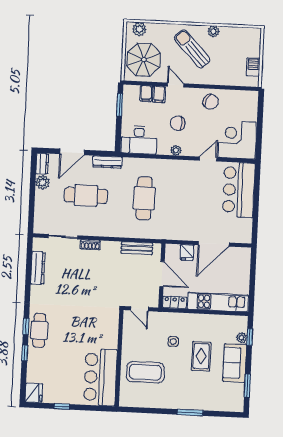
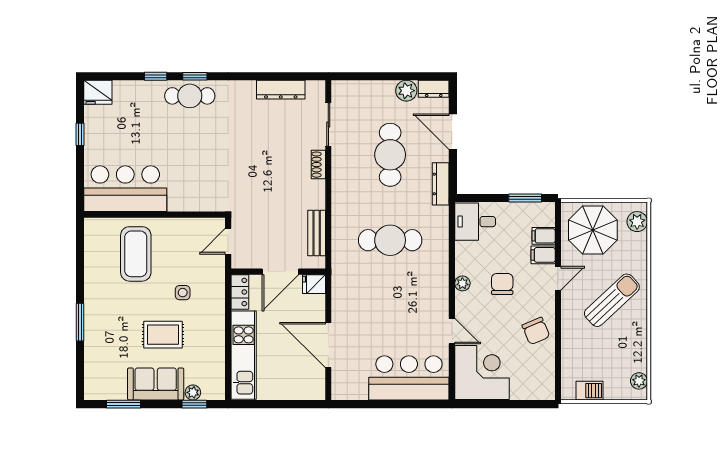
plant: (213, 31) -> (639, 381), moved
chair: (211, 102) -> (536, 331), turned -47
desk: (139, 140) -> (475, 222), width x0.73
fridge: (187, 252) -> (314, 284), moved

